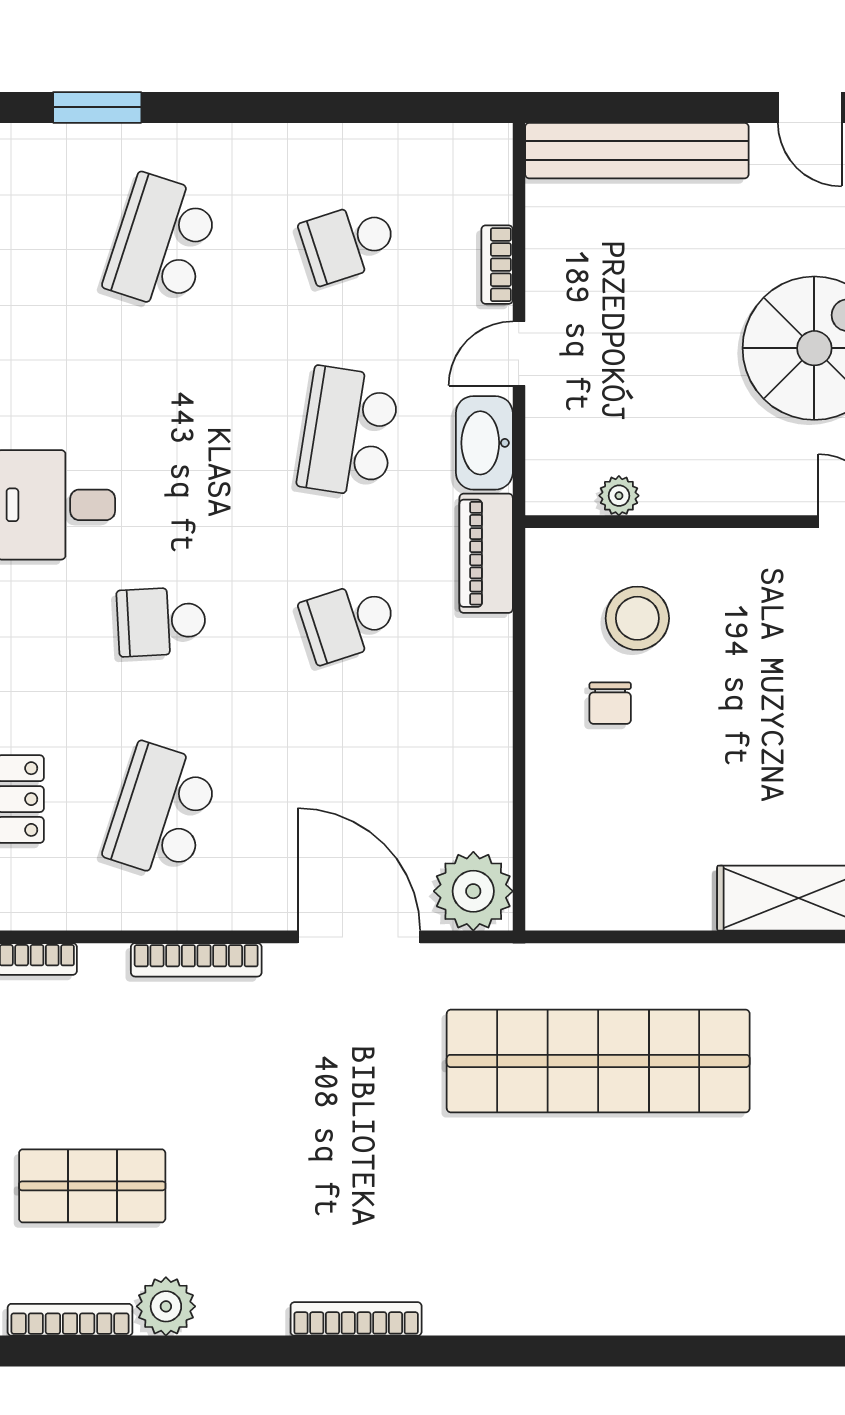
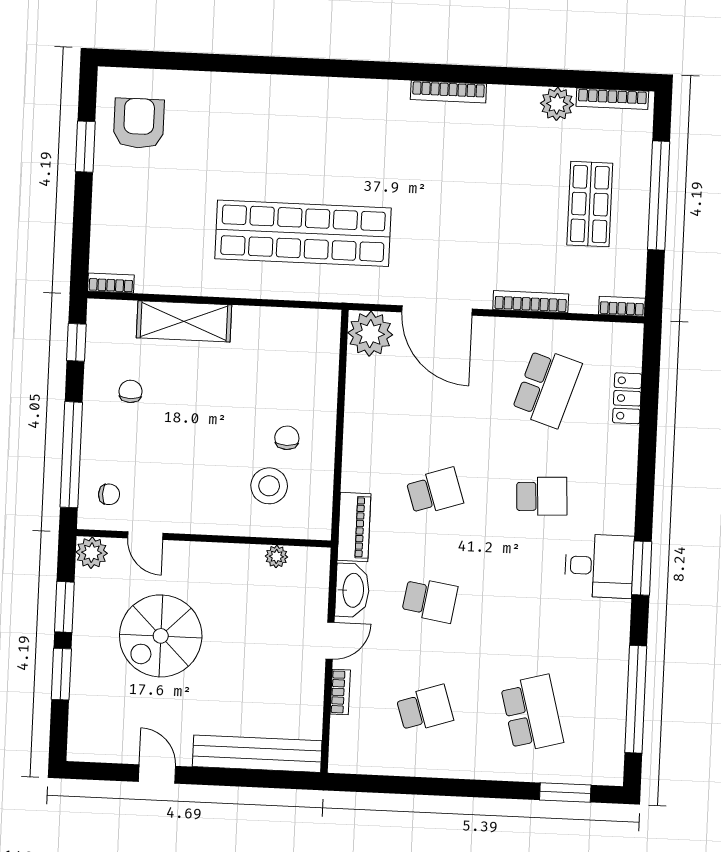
school desk: (161, 242) -> (532, 714), turned -33
school desk: (348, 432) -> (430, 600), width x0.54
shop shelf: (92, 1186) -> (590, 204), moved, turned 90

